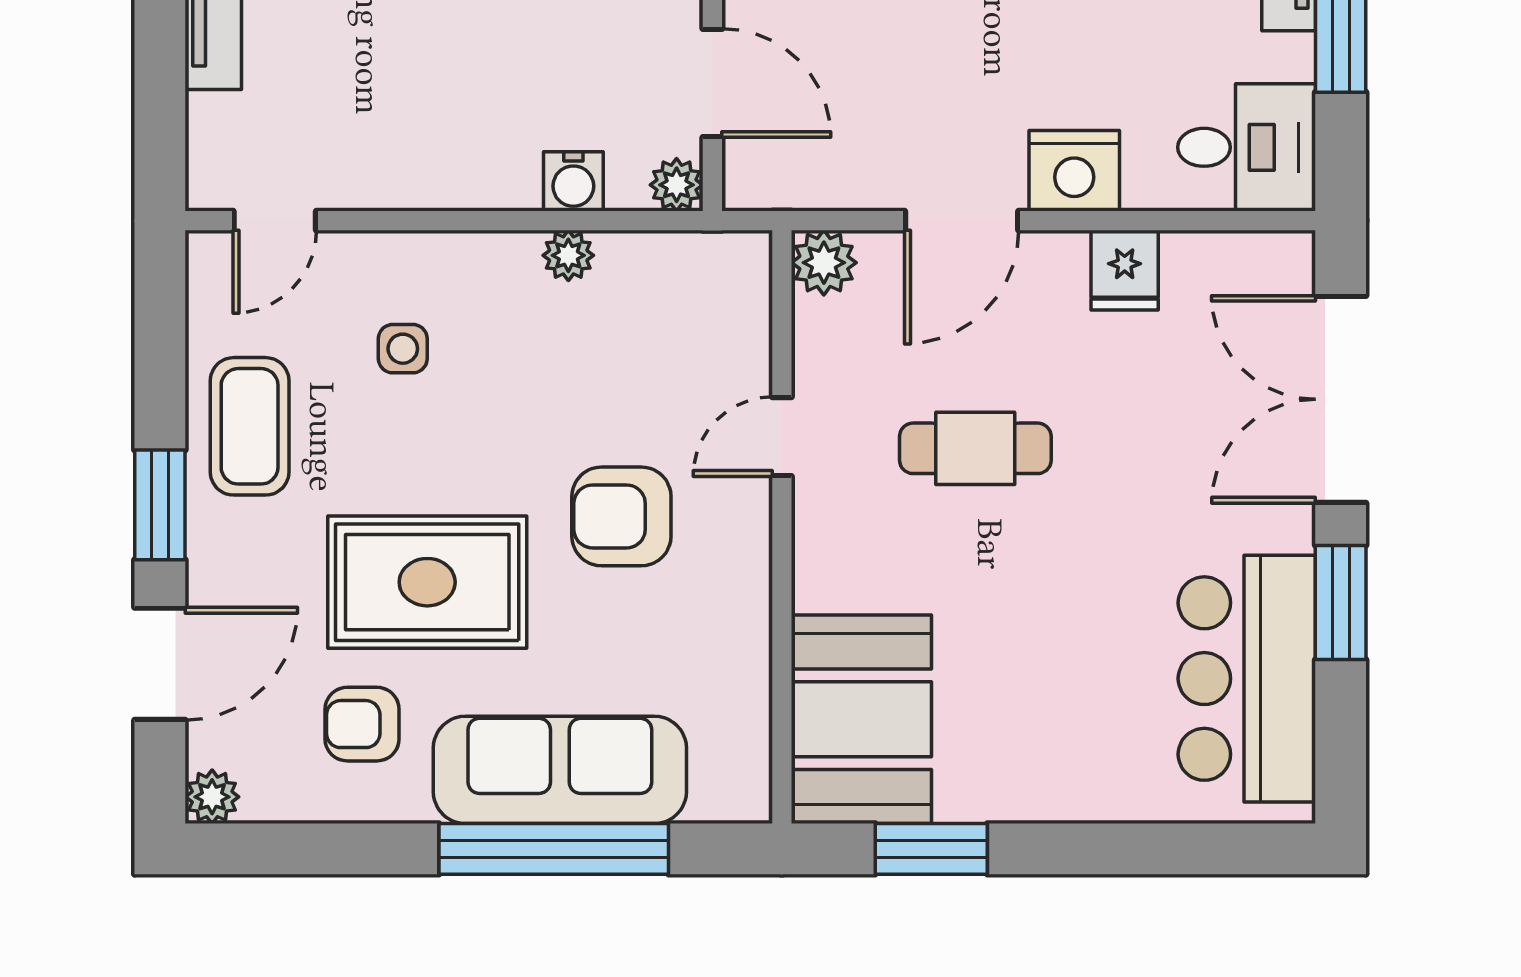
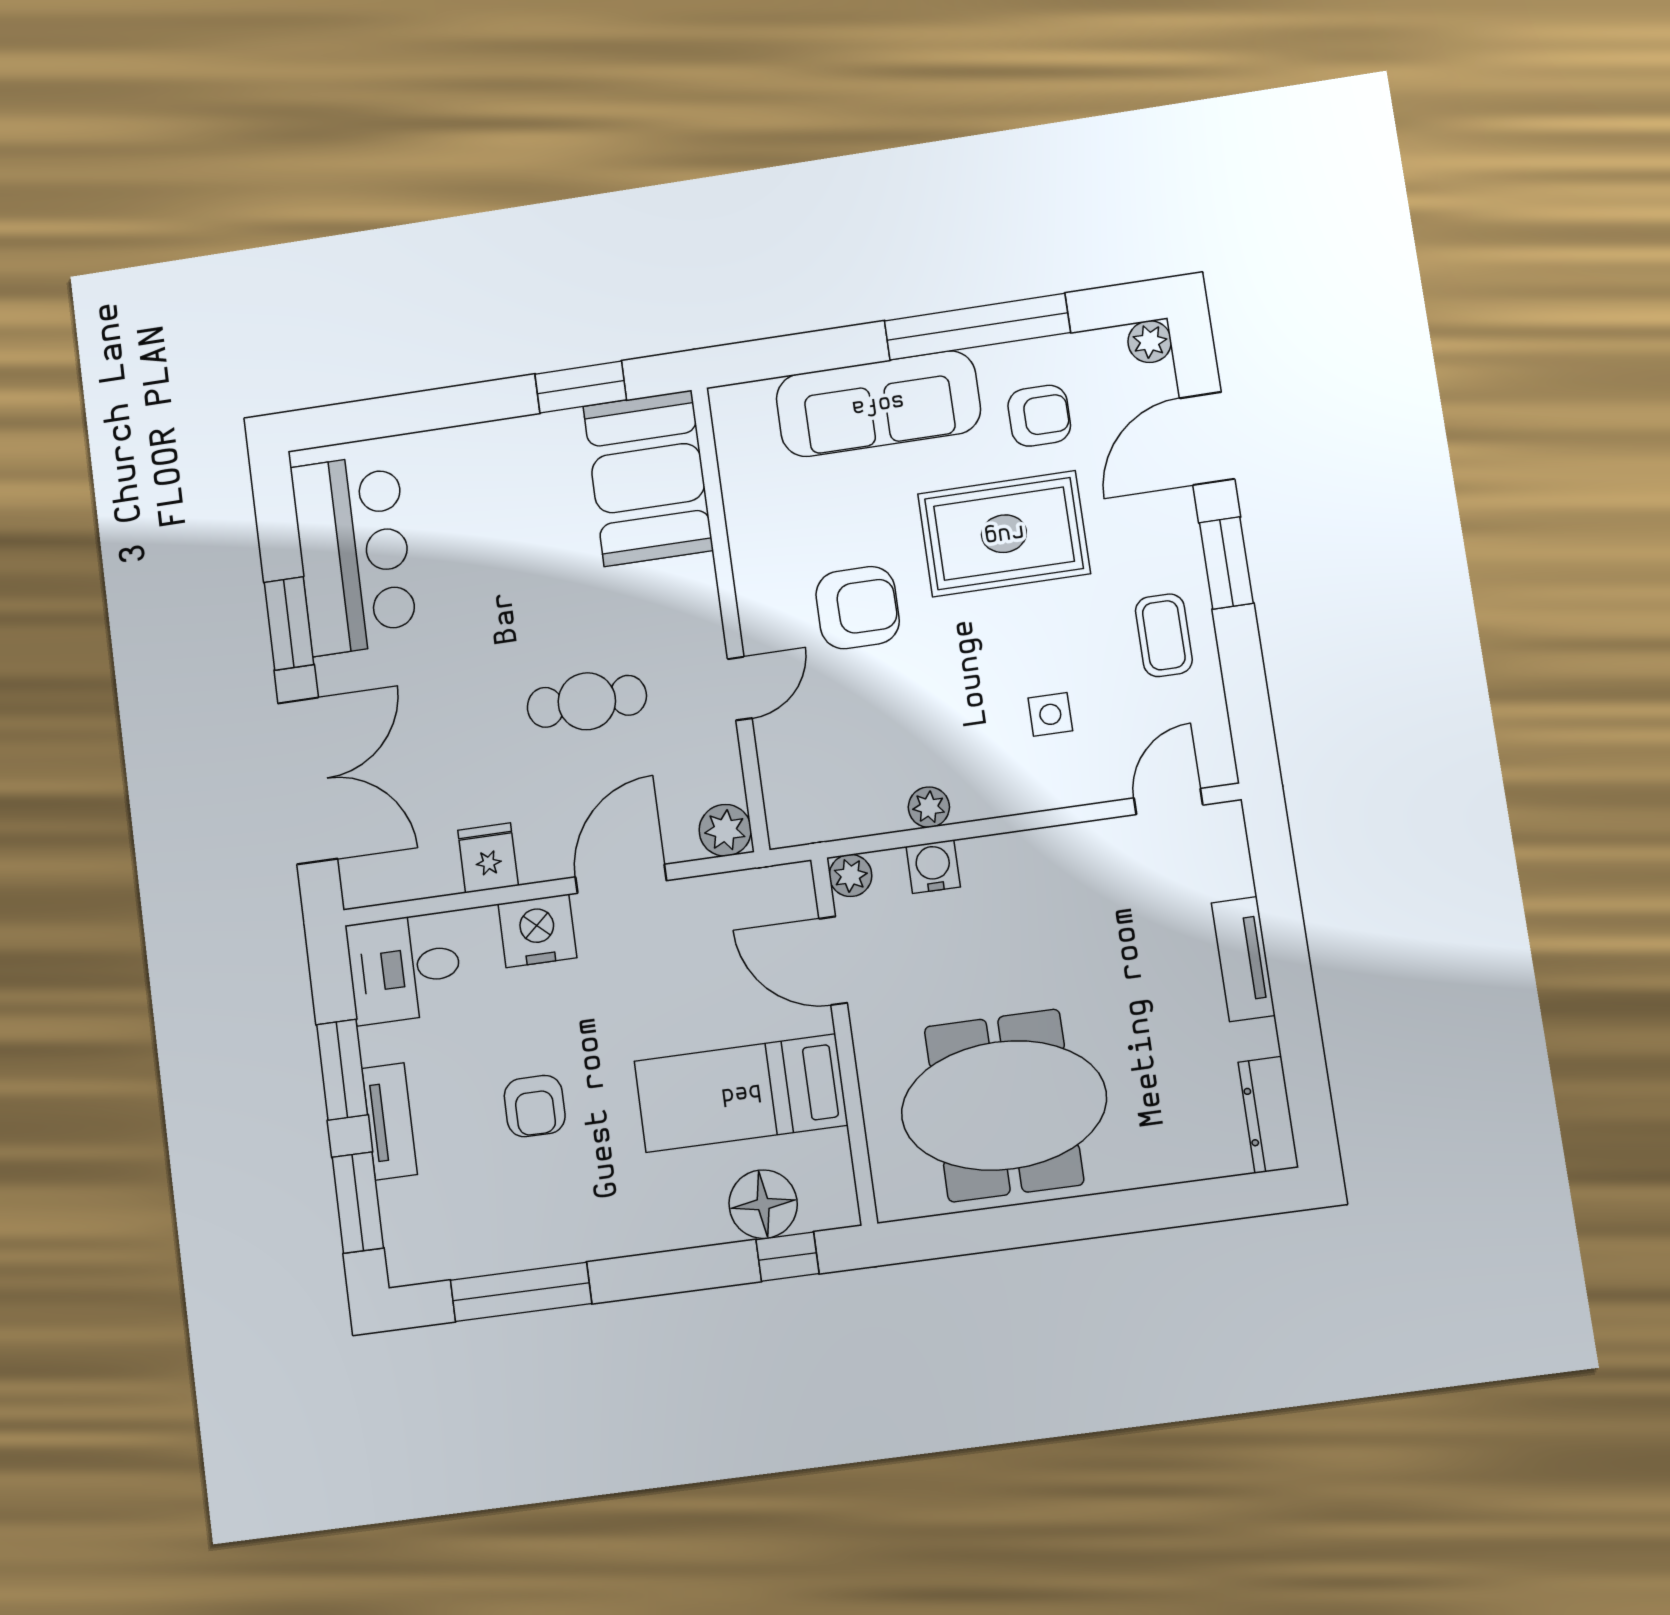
coffee table: (250, 426) -> (1164, 635), width x0.73, depth x0.77
window: (554, 849) -> (977, 327), moved

